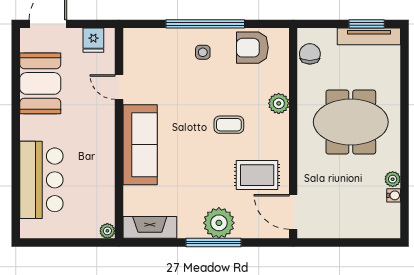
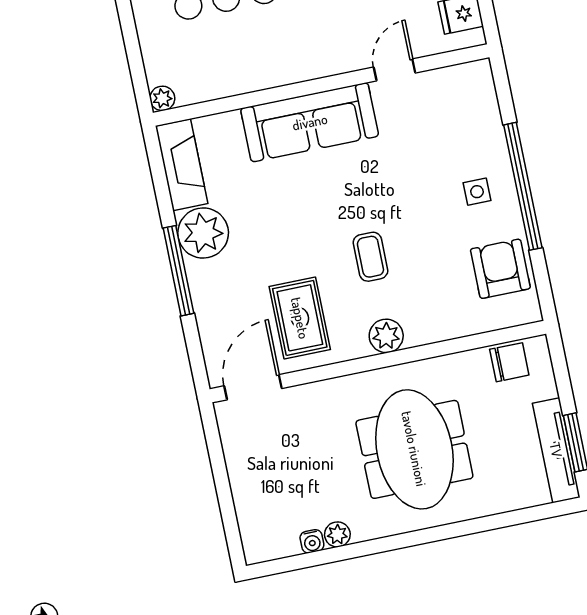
plant: (279, 103) -> (386, 336), moved
plant: (219, 223) -> (203, 233), moved

